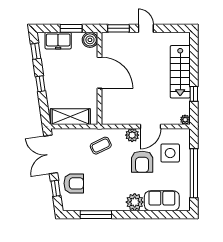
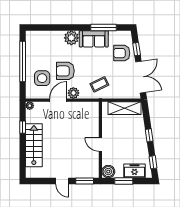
door: (100, 73) -> (100, 144), width x0.53
armchair: (142, 162) -> (65, 71), turned -90
sofa: (162, 201) -> (94, 39), moved

